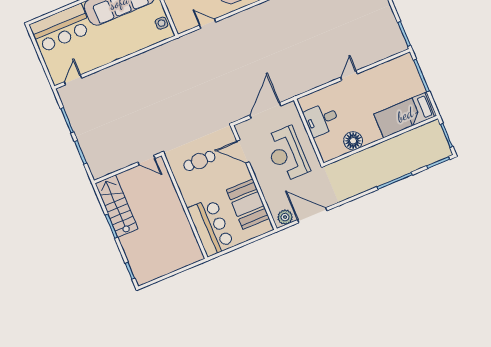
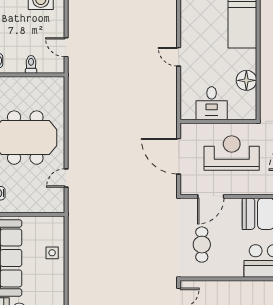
side table: (162, 23) -> (52, 253), moved
reception desk: (287, 154) -> (232, 153), turned 180

